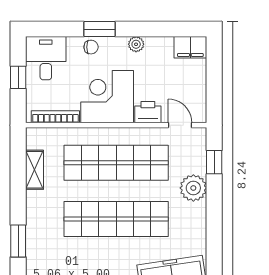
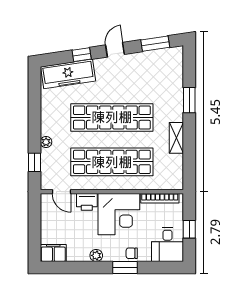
shelving: (34, 170) -> (176, 138), moved
plant: (193, 188) -> (46, 142), width x0.53, depth x0.53

